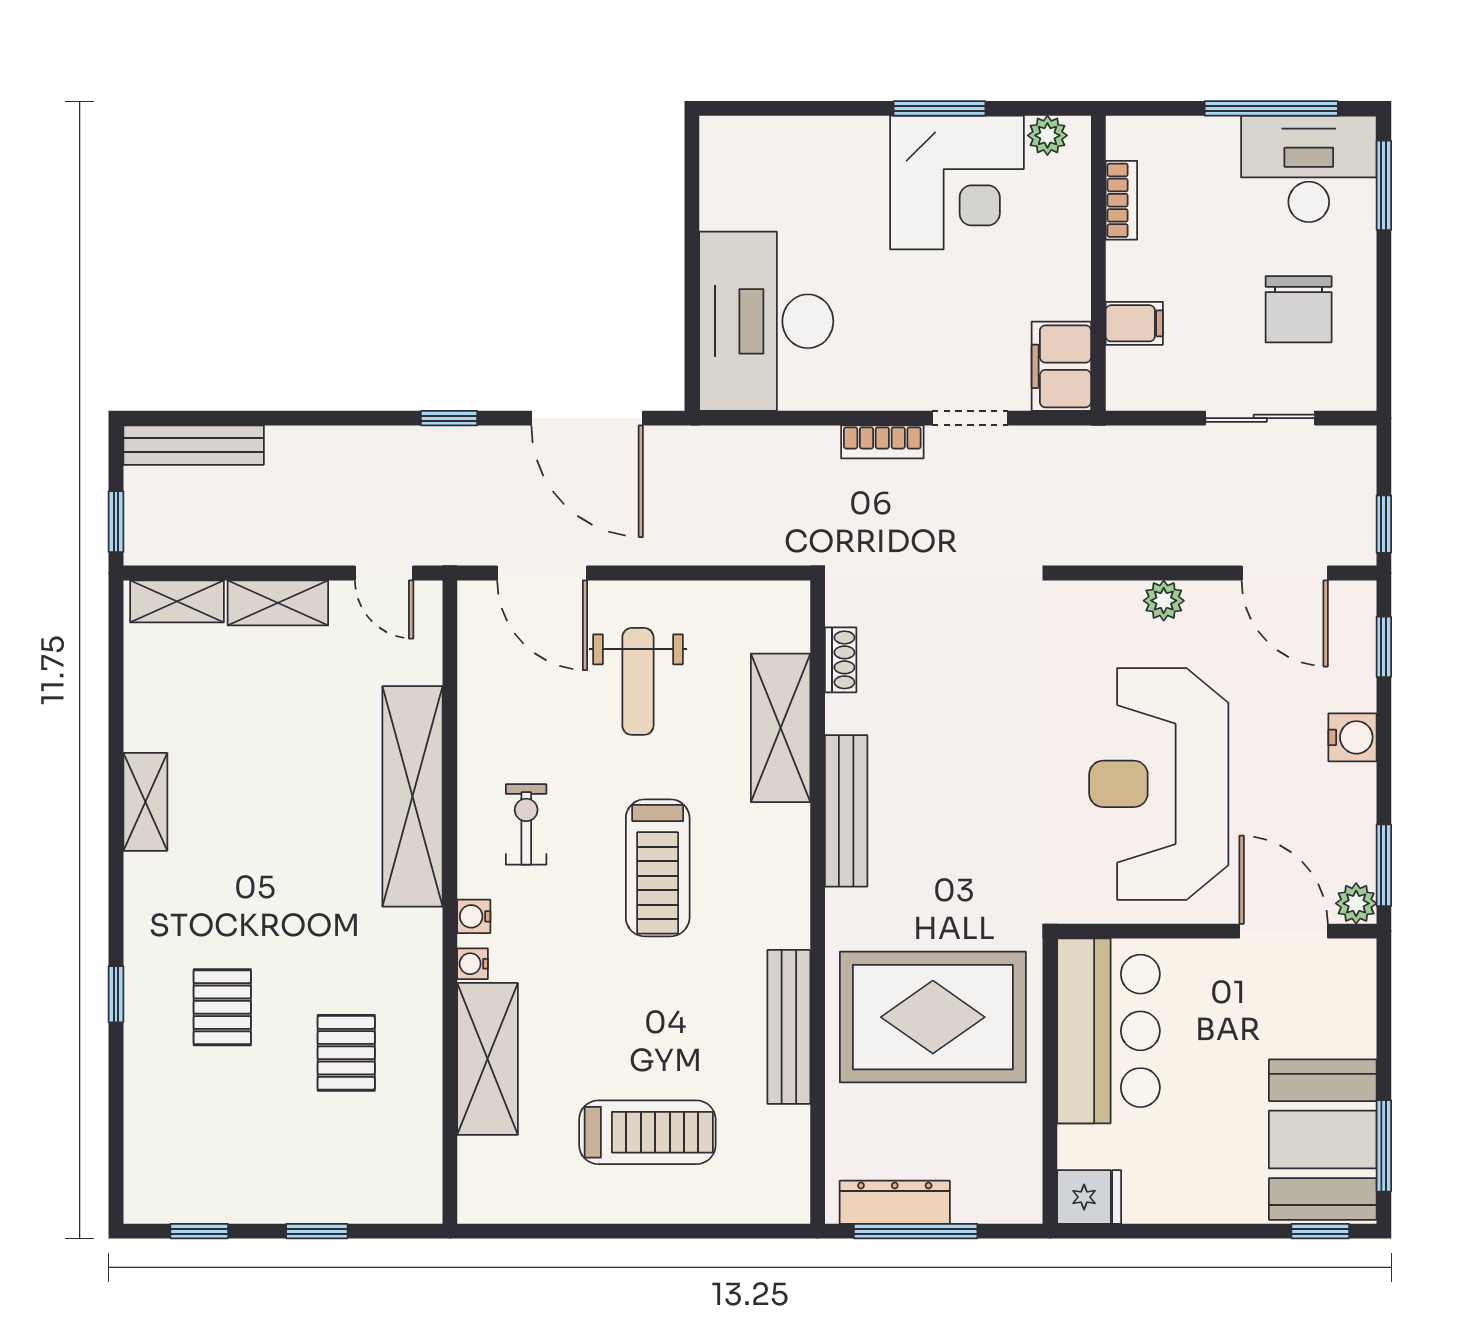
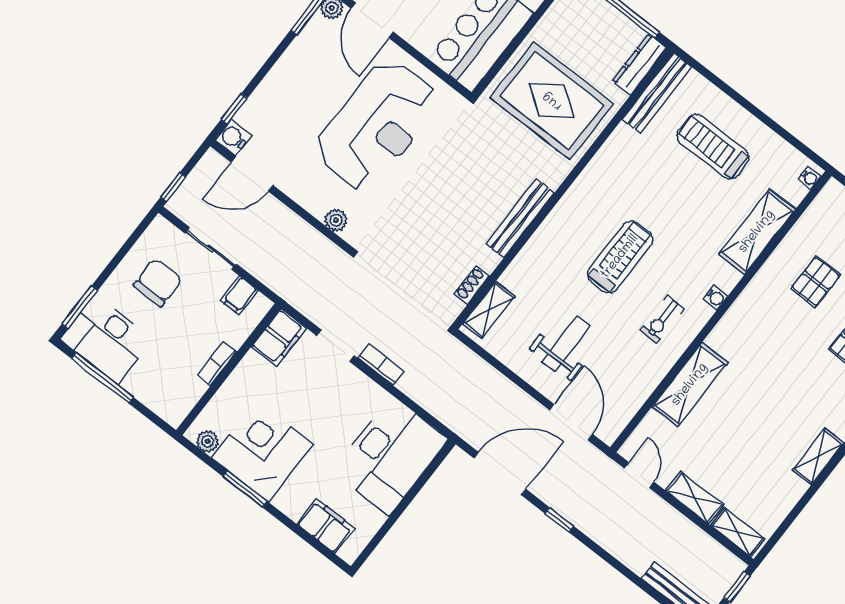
filing cabinet: (781, 146) -> (326, 526), added
bookcase: (1121, 200) -> (217, 364), moved
filing cabinet: (1134, 323) -> (239, 296), moved, turned -90
door: (587, 418) -> (500, 474), hinge flipped
window: (1384, 524) -> (173, 187), moved
door: (1285, 573) -> (252, 174), swing flipped
plant: (1164, 601) -> (336, 220), moved
shelving: (781, 728) -> (489, 310), moved, width x0.67, depth x0.75
water cooler: (1353, 737) -> (233, 138), moved
shelving: (413, 796) -> (690, 385), width x0.68
water cooler: (473, 964) -> (809, 178), moved
bench: (789, 1027) -> (657, 93), moved
dresser: (895, 1202) -> (640, 64), moved, turned 90

